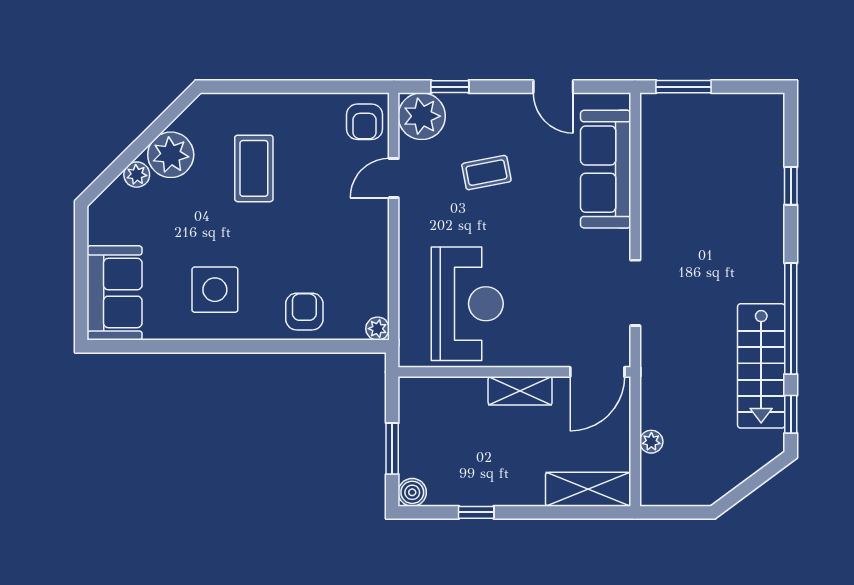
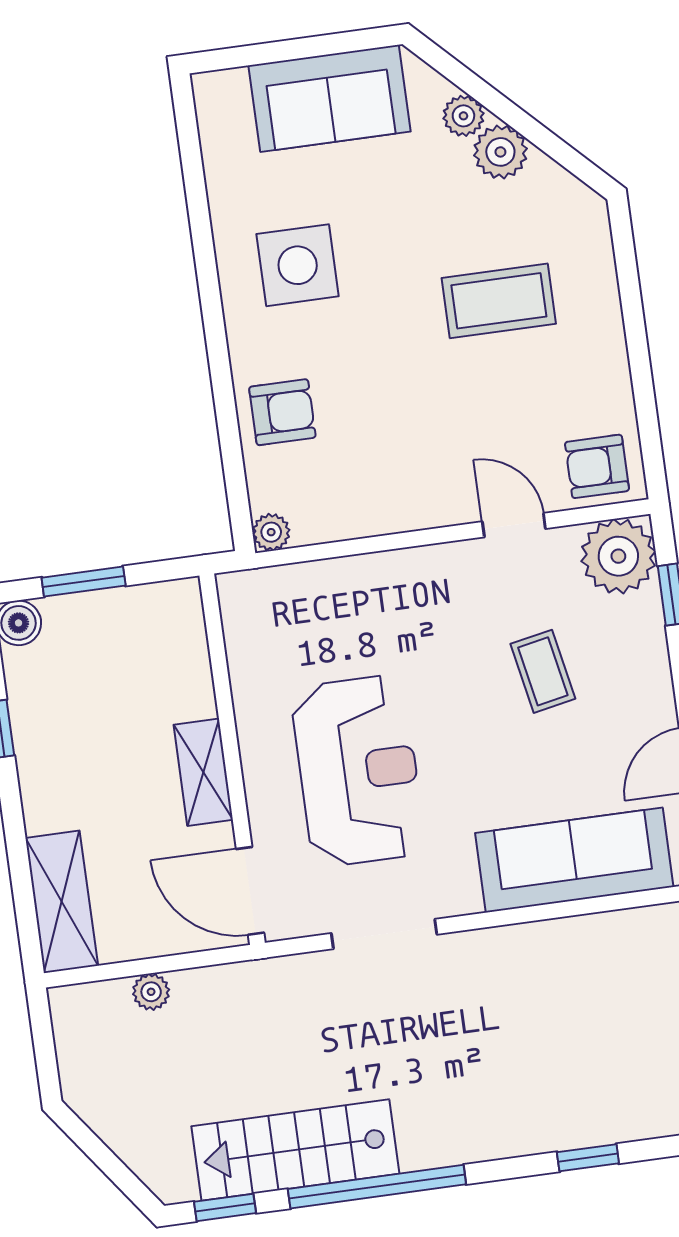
plant: (171, 155) -> (500, 152), width x0.73, depth x0.73
sofa: (115, 293) -> (330, 98), moved
reception desk: (467, 304) -> (358, 771), moved, turned -90

